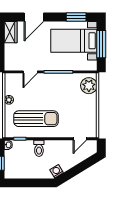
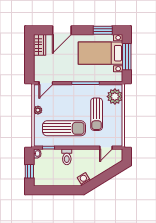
door: (30, 72) -> (46, 83), moved
sun lounger: (70, 104) -> (97, 114), added

